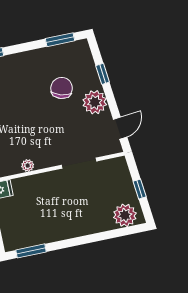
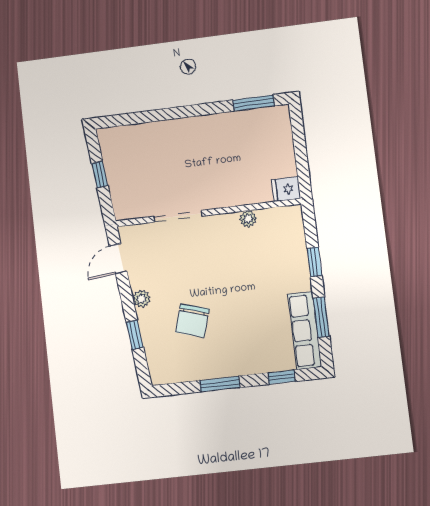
window: (60, 40) -> (220, 384), moved
plant: (95, 102) -> (142, 299), width x0.53, depth x0.53
plant: (125, 215) -> (123, 141), removed

